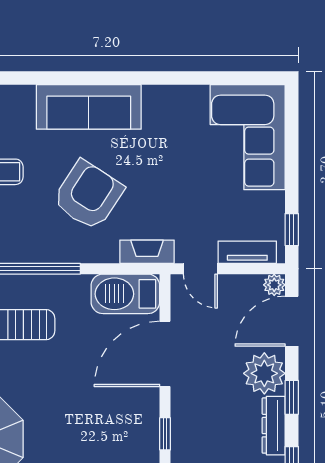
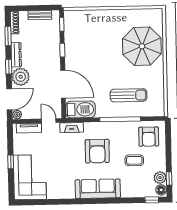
armchair: (88, 195) -> (97, 151), turned -33
window: (292, 230) -> (11, 162), moved
door: (165, 354) -> (63, 84), hinge flipped

